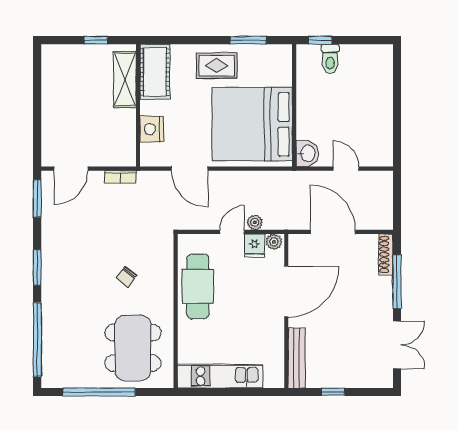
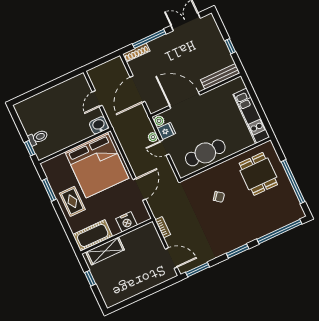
dining table: (133, 348) -> (258, 174), width x0.73

